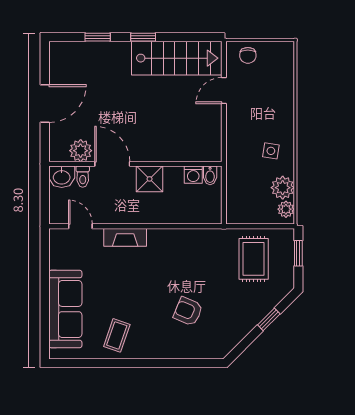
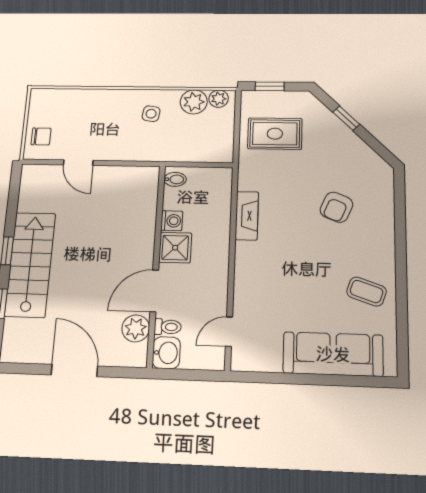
stairs: (177, 58) -> (30, 264), moved
washing machine: (193, 175) -> (172, 221), moved
fireplace: (125, 237) -> (247, 216), moved

